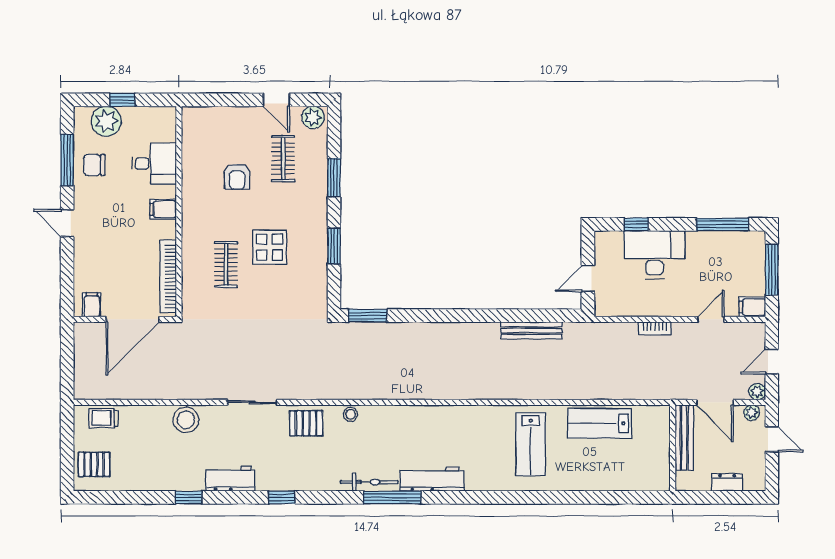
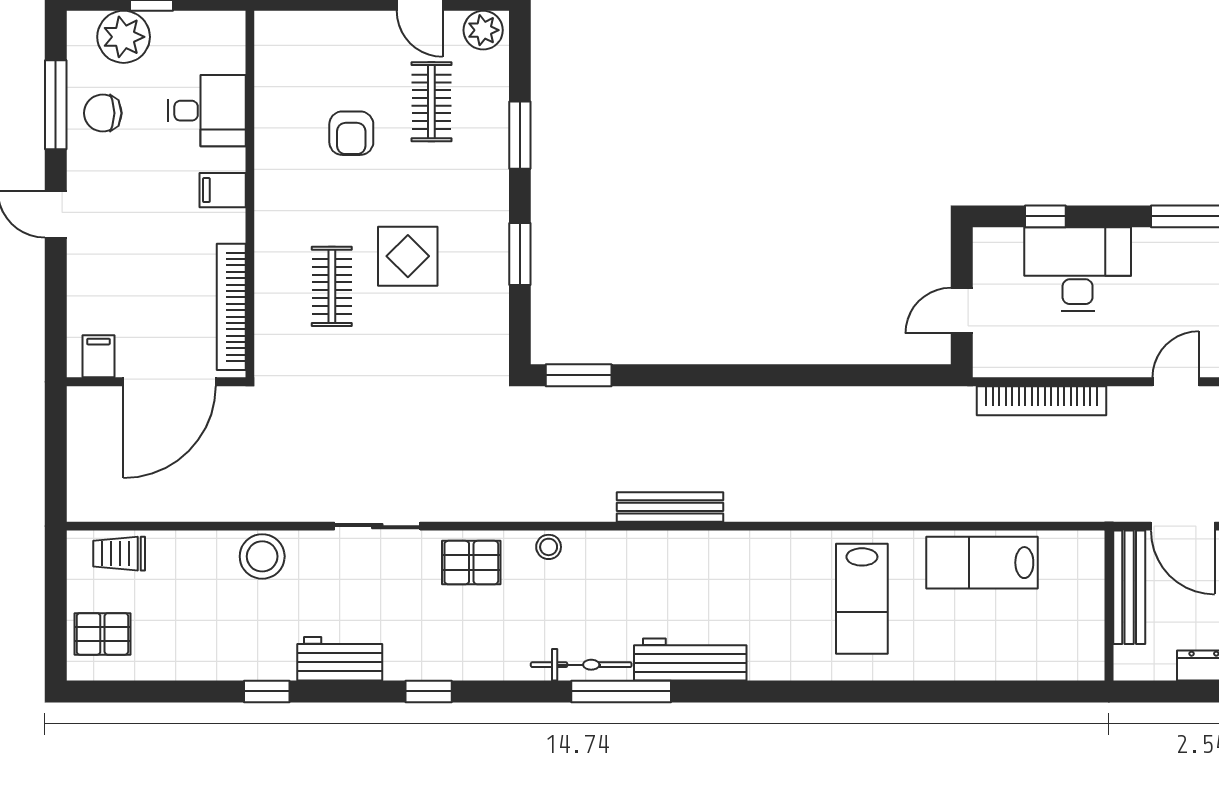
bookcase: (655, 328) -> (1041, 401), width x2.31, depth x1.31
bench: (531, 330) -> (670, 507), moved

